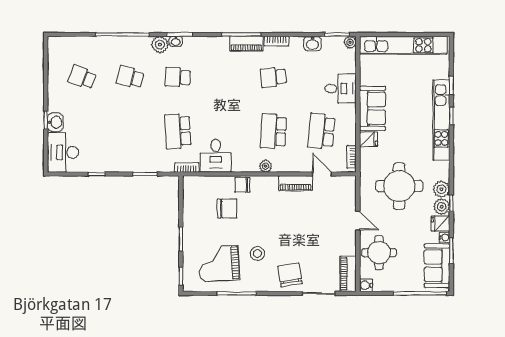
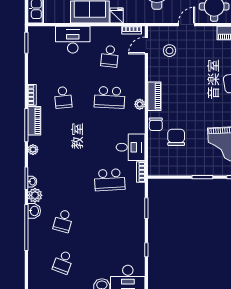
plant: (350, 42) -> (33, 150), moved
washbasin: (312, 44) -> (34, 211), moved
school desk: (178, 77) -> (63, 180), removed
desk: (341, 88) -> (73, 40), width x1.37
school desk: (321, 131) -> (110, 56), width x0.54
door: (322, 174) -> (146, 45), moved
piano: (296, 183) -> (154, 96), moved
stool: (257, 253) -> (170, 51), moved

